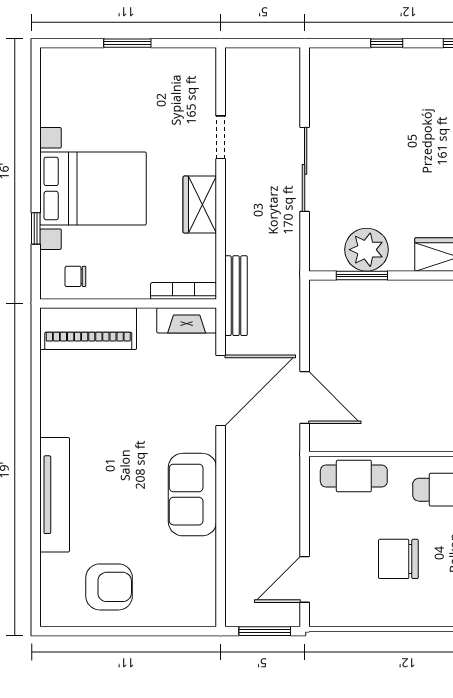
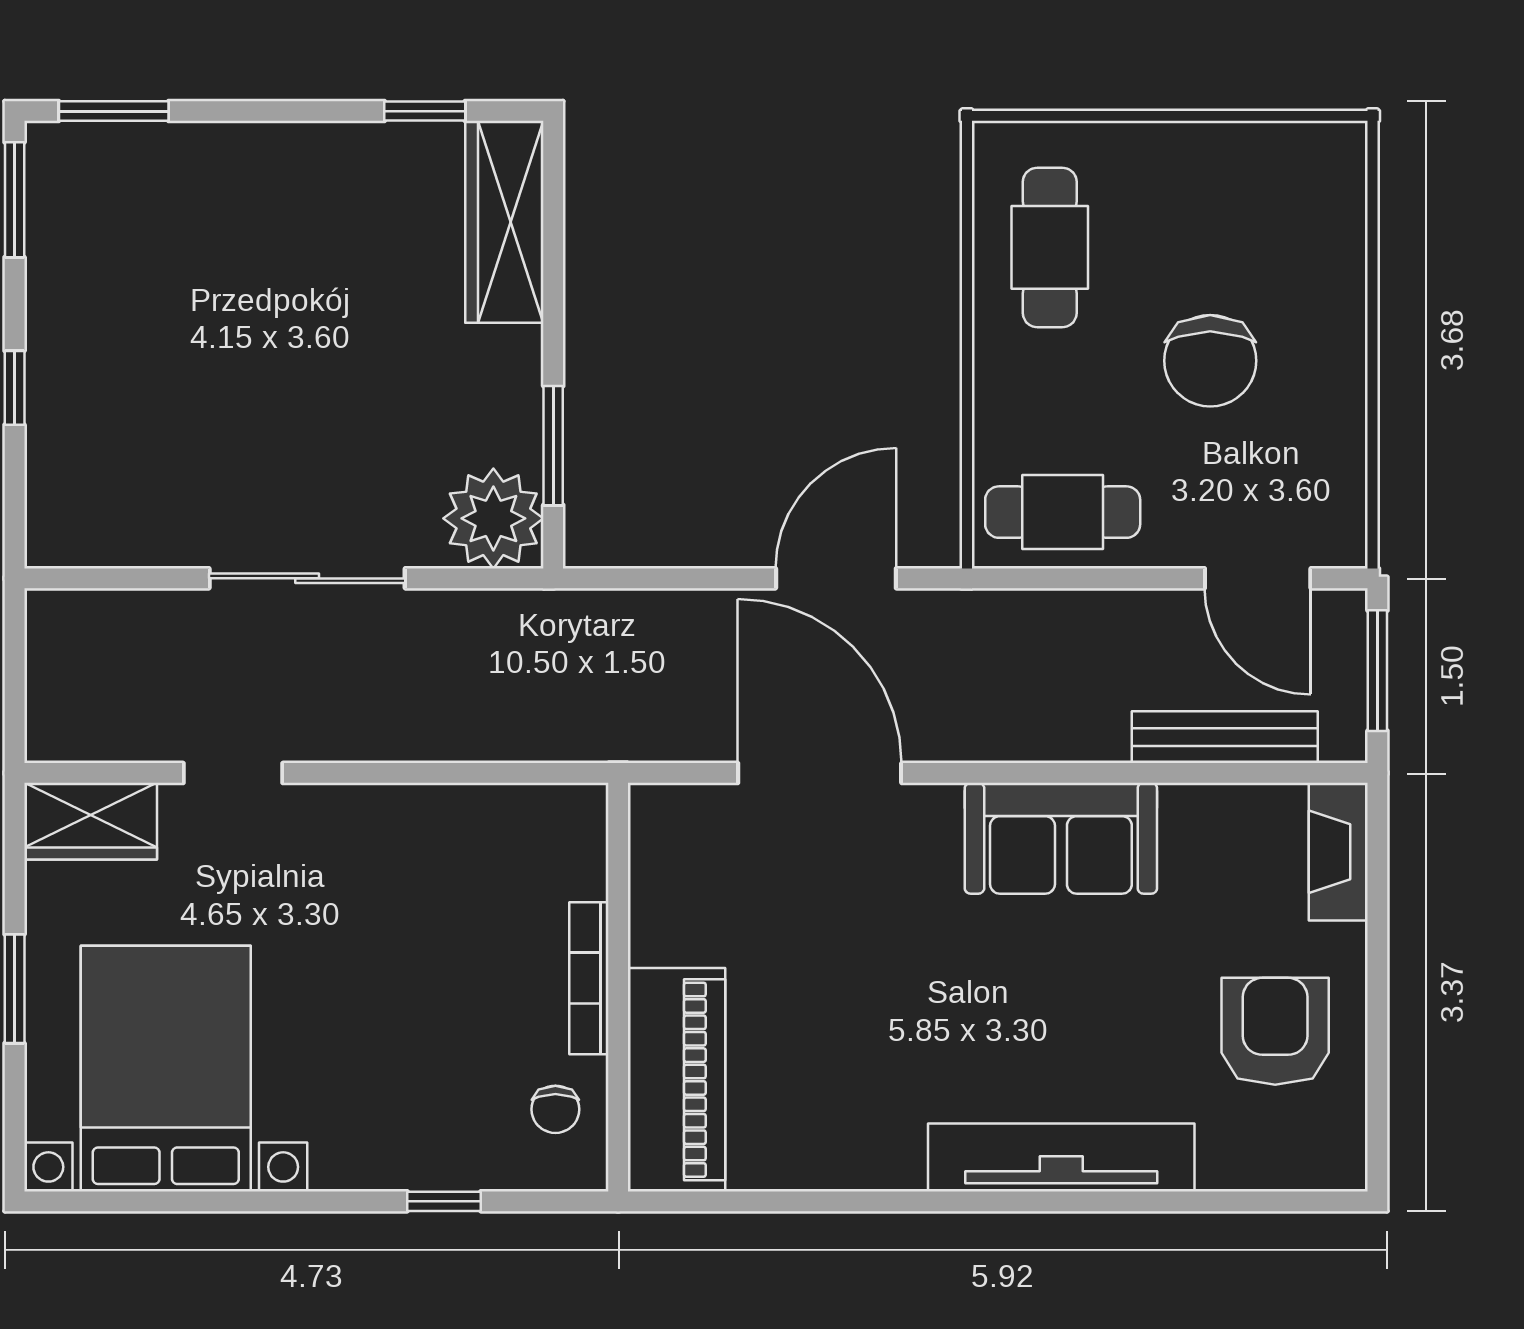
bed with nightstands: (93, 188) -> (166, 1069), moved
wardrobe: (200, 205) -> (91, 821), moved
plant: (367, 250) -> (493, 518), moved
bookcase: (184, 291) -> (589, 978), moved
bench: (236, 296) -> (1225, 737), moved
fireplace: (187, 320) -> (1338, 852), moved, turned 180
cafe table: (354, 476) -> (1063, 512), moved, turned 90

